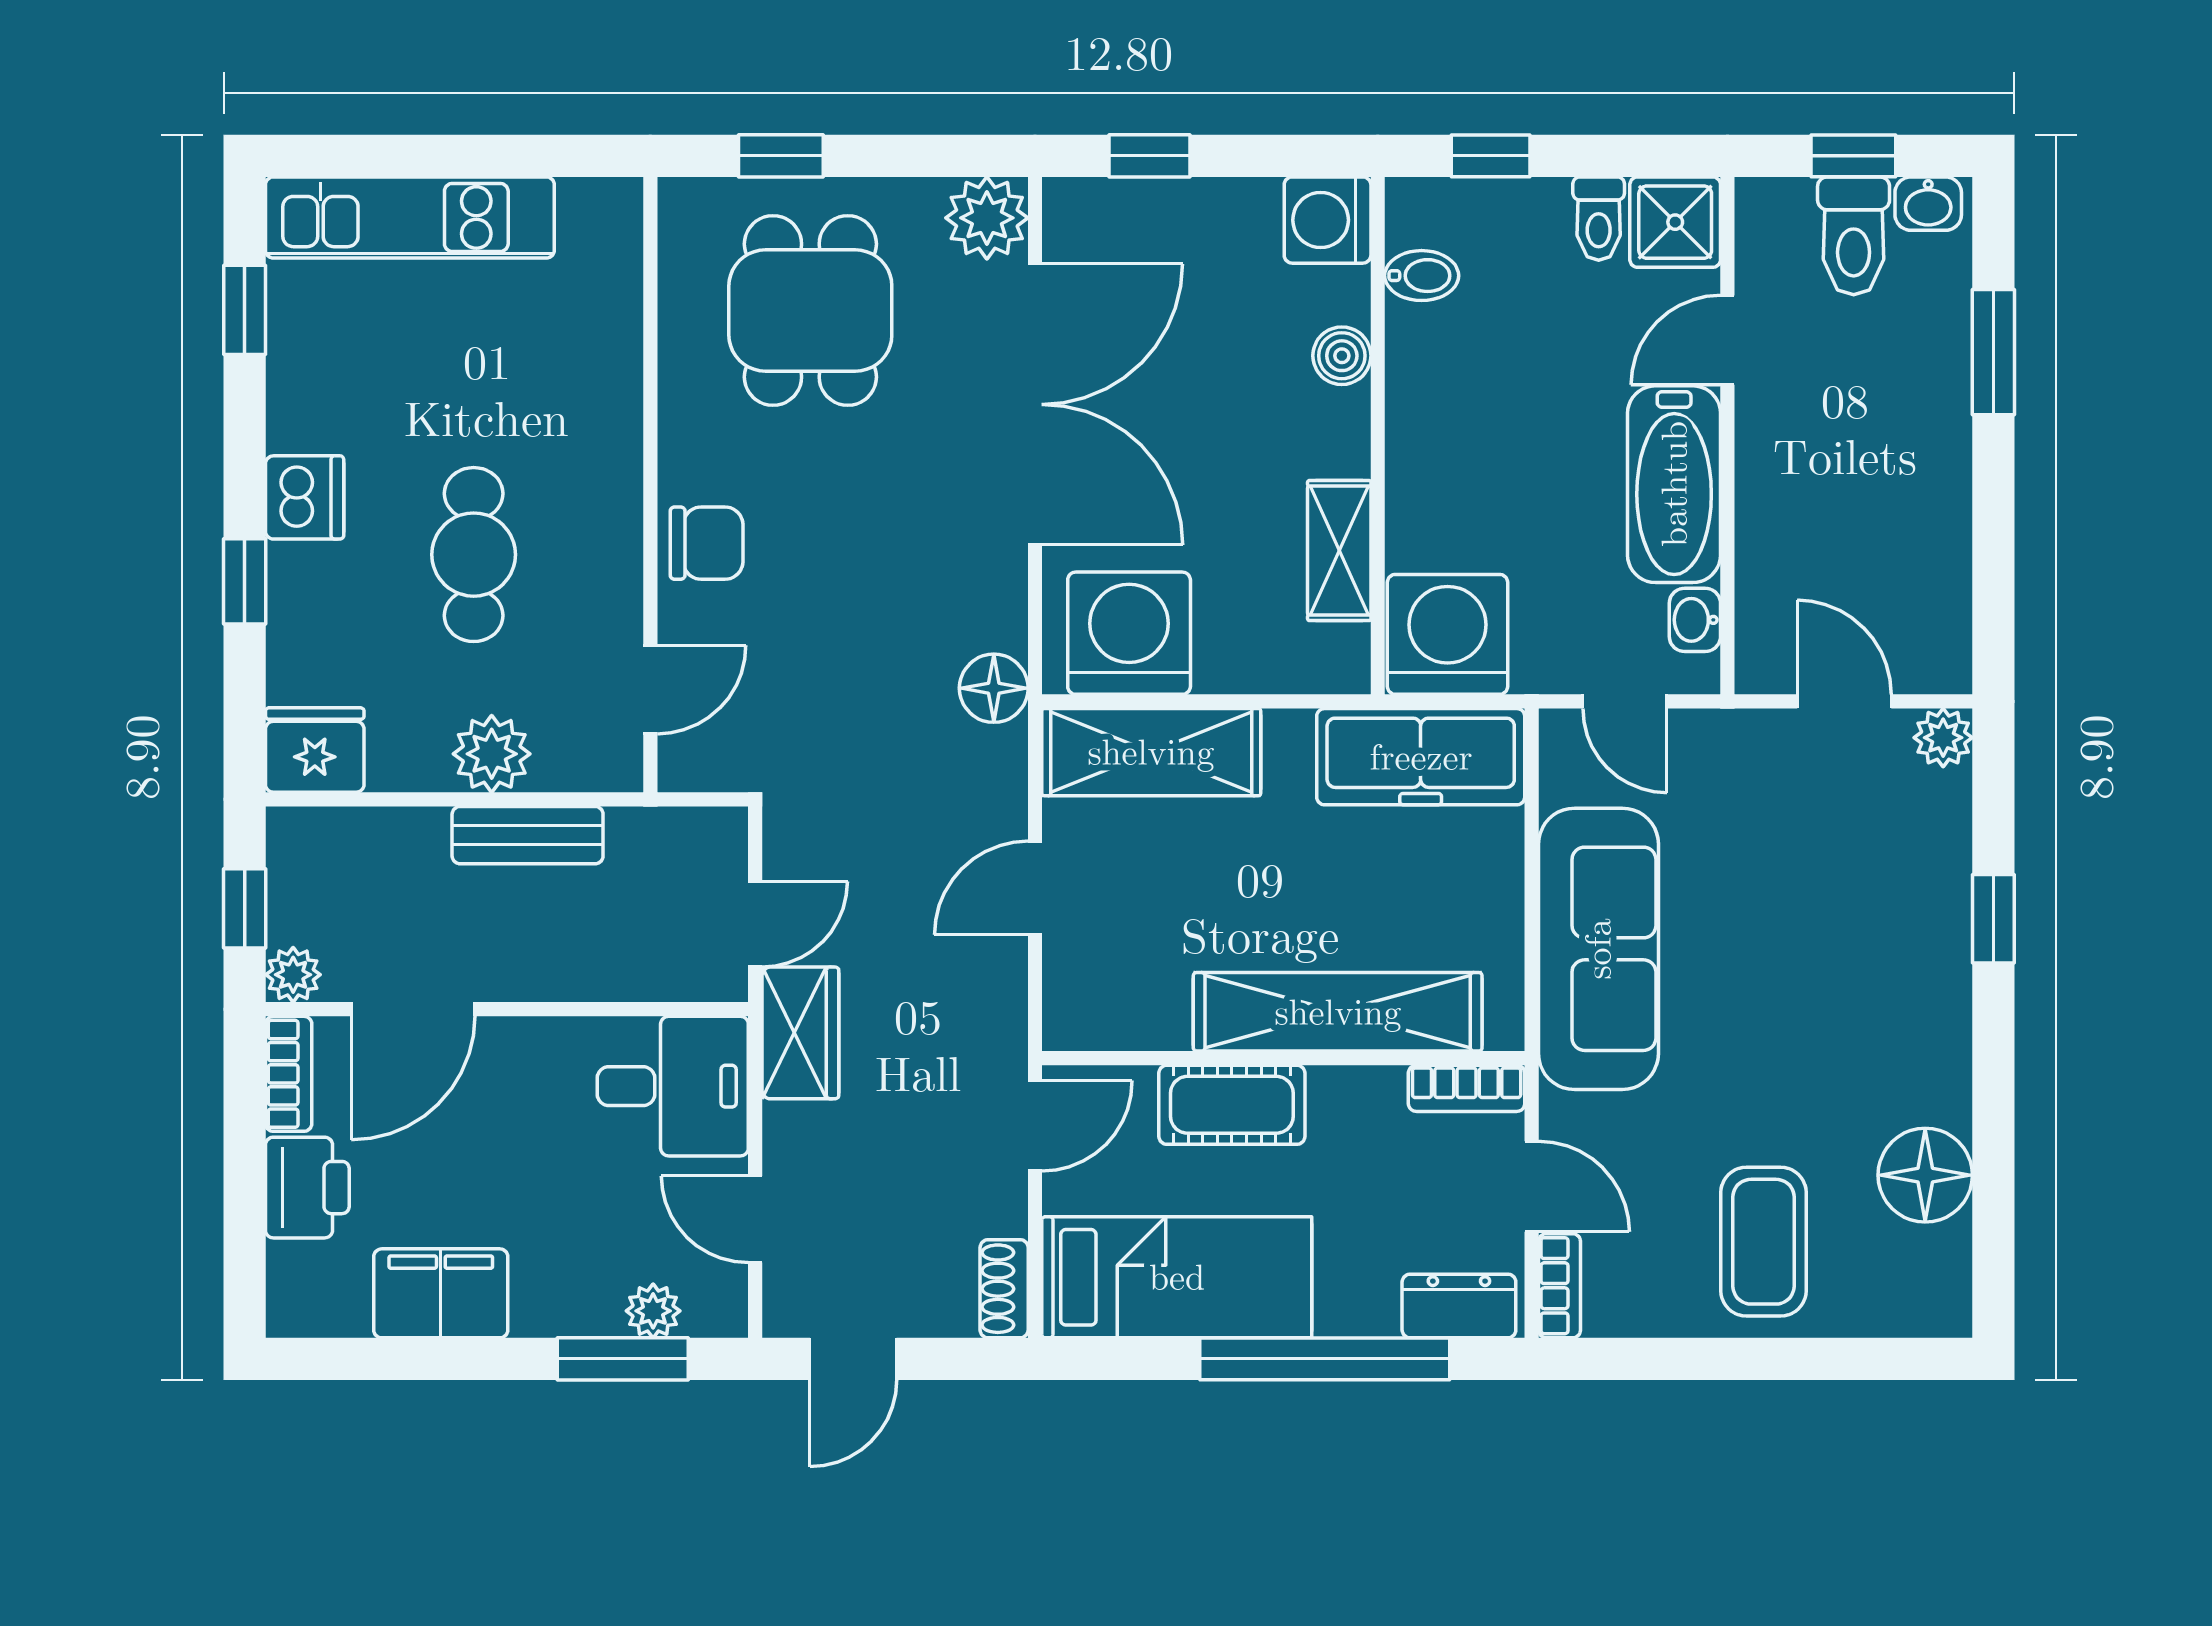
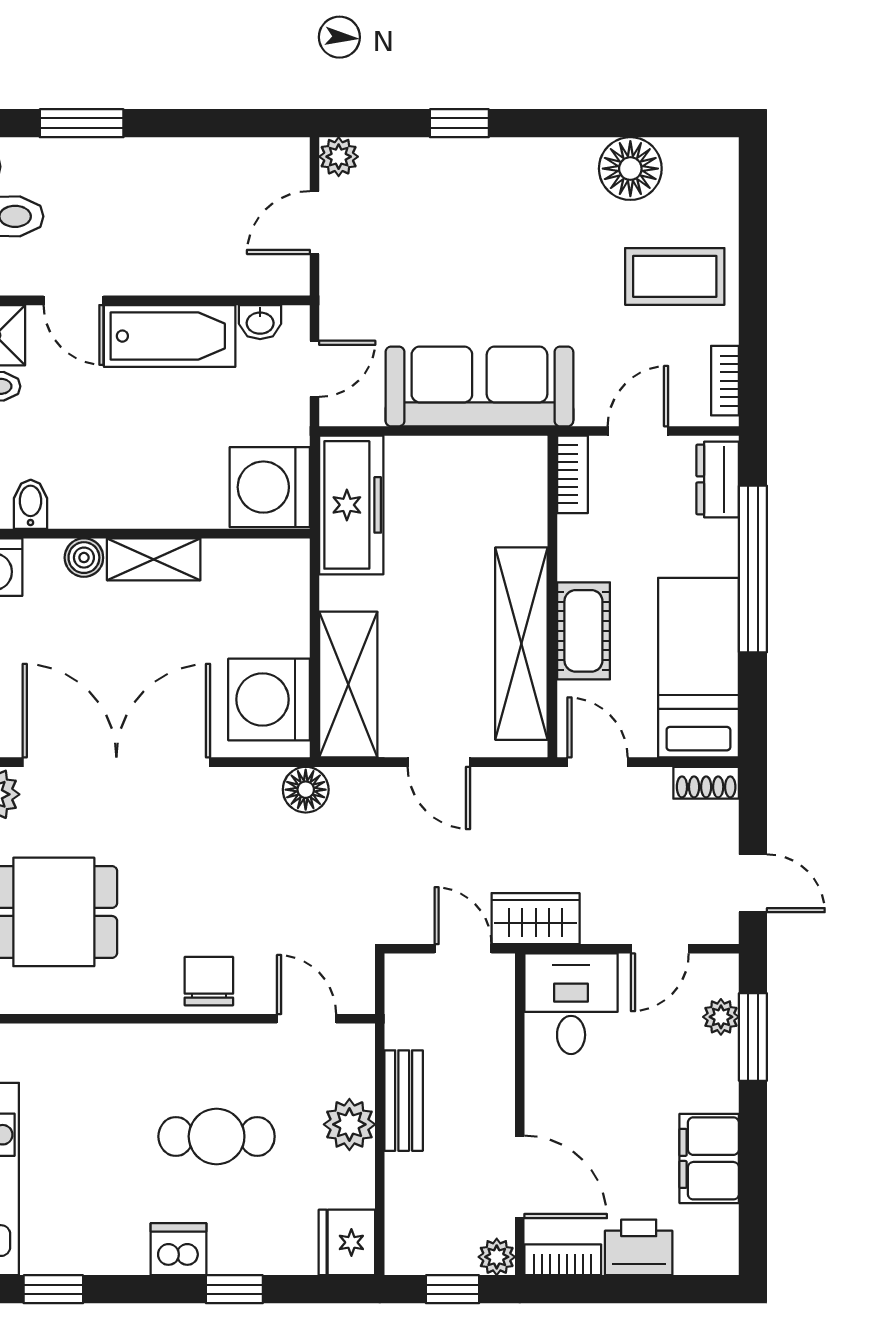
shelving: (1339, 551) -> (154, 559), moved
shelving: (1338, 1012) -> (521, 644), moved
bookcase: (1560, 1286) -> (725, 381), moved, turned -90

